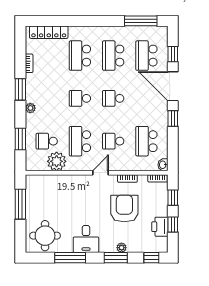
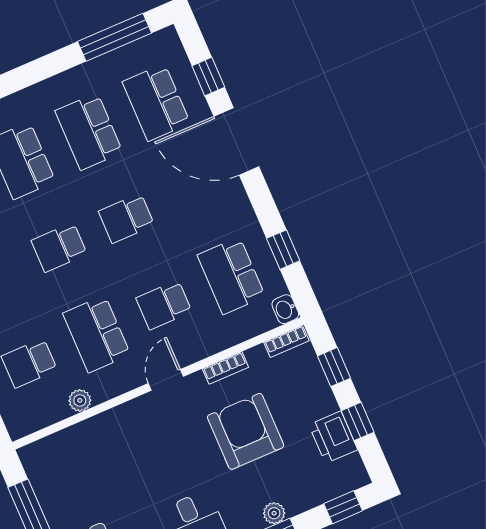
window: (173, 119) -> (283, 250), moved
plant: (57, 161) -> (80, 400), width x0.53, depth x0.53

